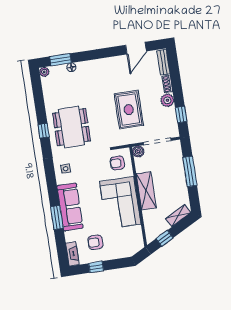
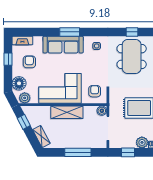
dining table: (72, 127) -> (132, 56), turned 90
window: (57, 218) -> (70, 32), moved
plant: (137, 241) -> (25, 98), added
floor lamp: (122, 250) -> (19, 83), added

